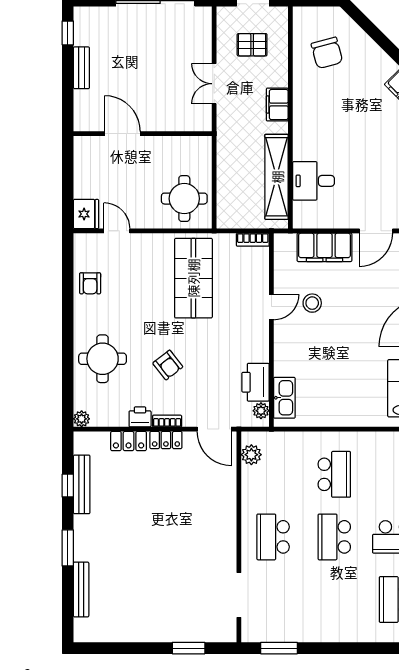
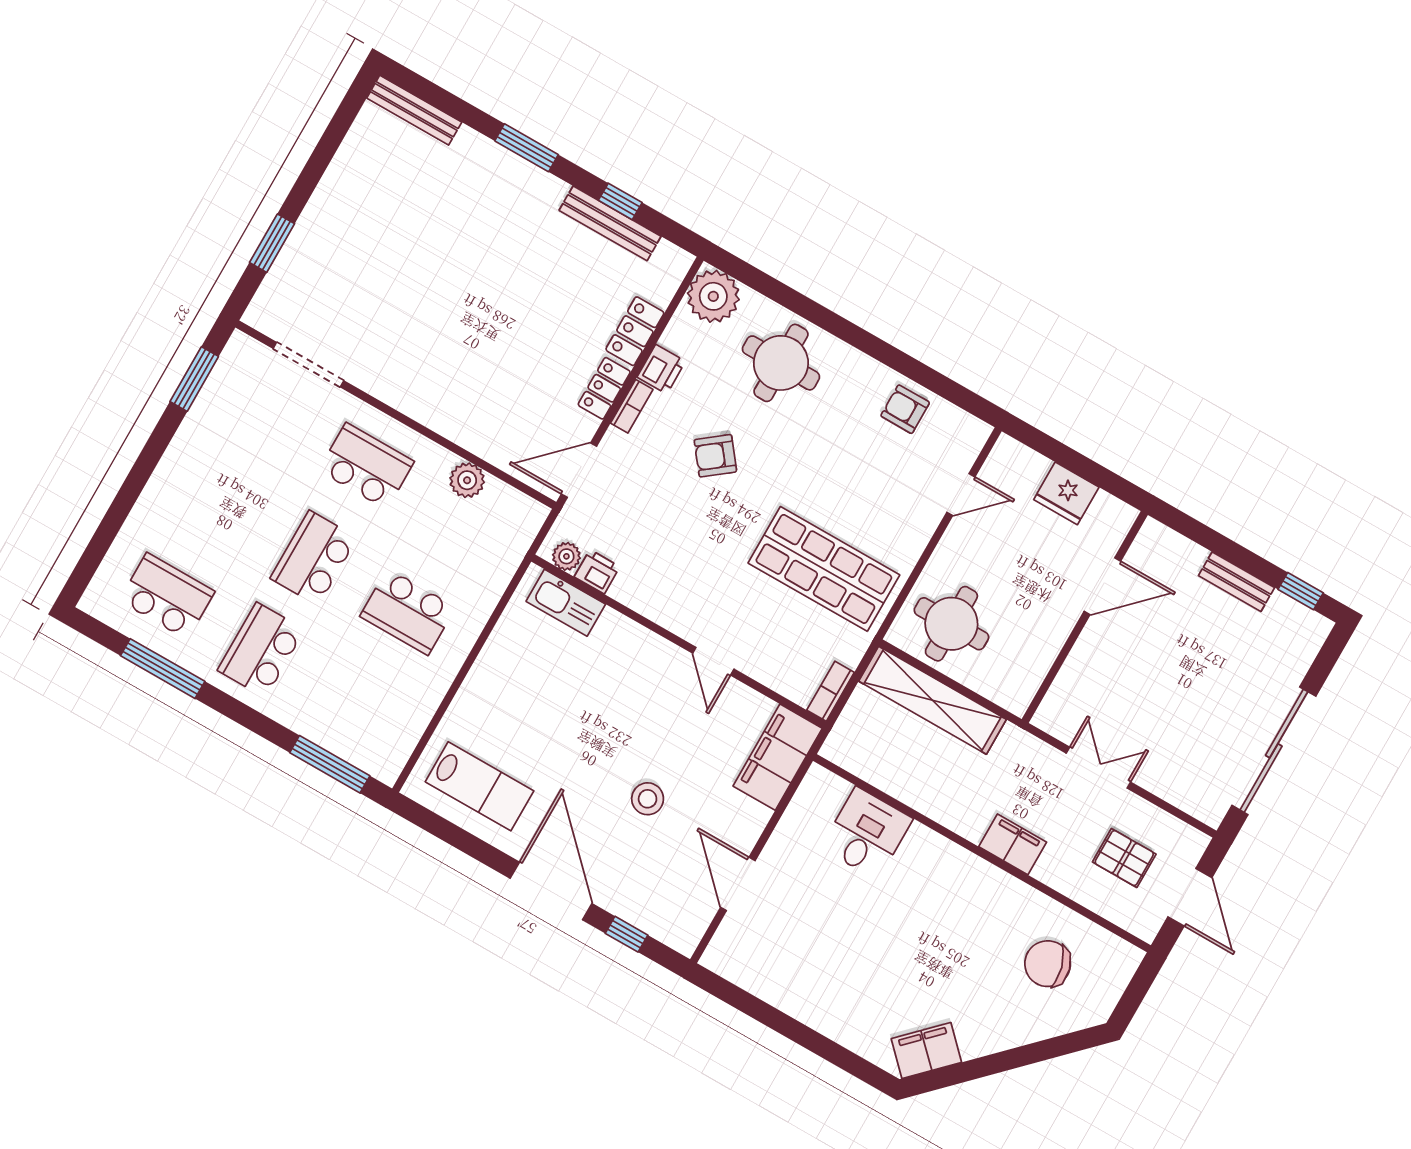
pallet: (252, 45) -> (1124, 858), turned 90
shelving: (277, 177) -> (932, 700), moved
fridge: (86, 214) -> (1066, 493), moved
filing cabinet: (324, 247) -> (778, 757), moved
stool: (312, 303) -> (648, 799), moved
printer: (255, 382) -> (597, 572), width x0.53, depth x0.68
plant: (82, 419) -> (713, 296), width x1.88, depth x1.88
plant: (251, 455) -> (467, 480), moved
school desk: (334, 537) -> (314, 558), turned -90
bench: (81, 589) -> (414, 110), moved

